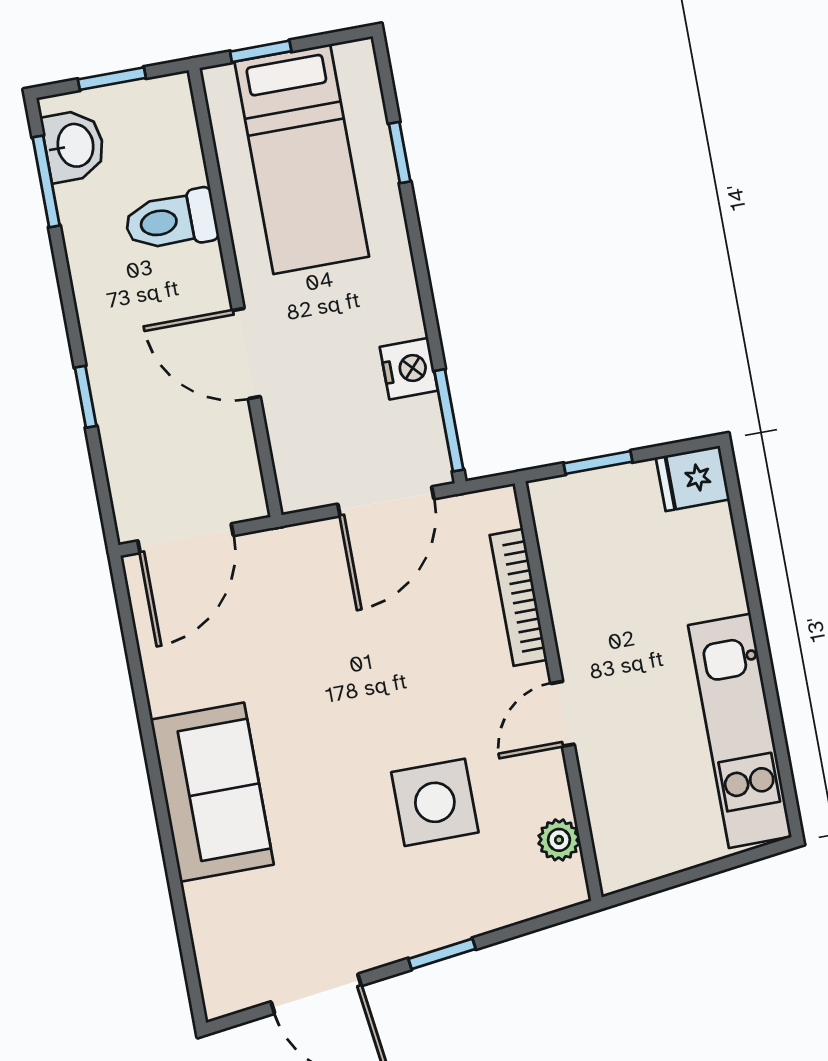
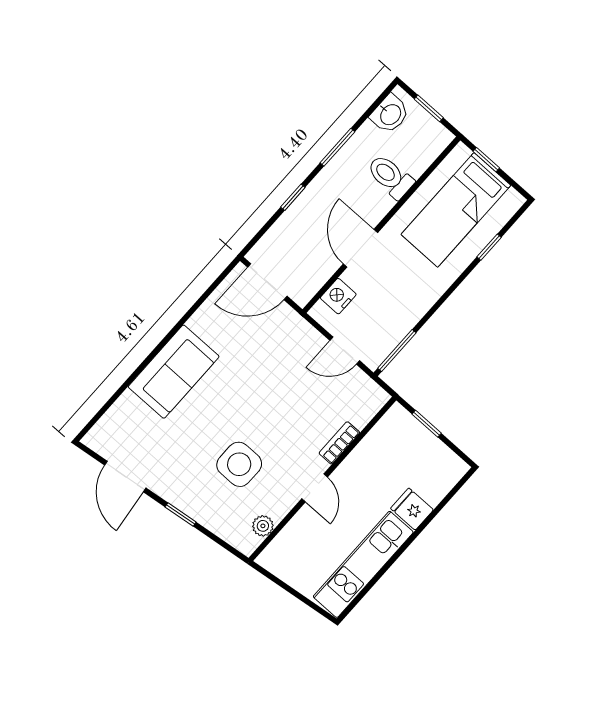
window: (46, 181) -> (337, 147), moved
nightstand: (409, 369) -> (338, 296), moved, turned 180
fridge: (693, 478) -> (412, 509), moved
door: (386, 501) -> (345, 351), width x0.73
bookcase: (518, 597) -> (339, 443), width x0.64
door: (562, 714) -> (315, 488), swing flipped

